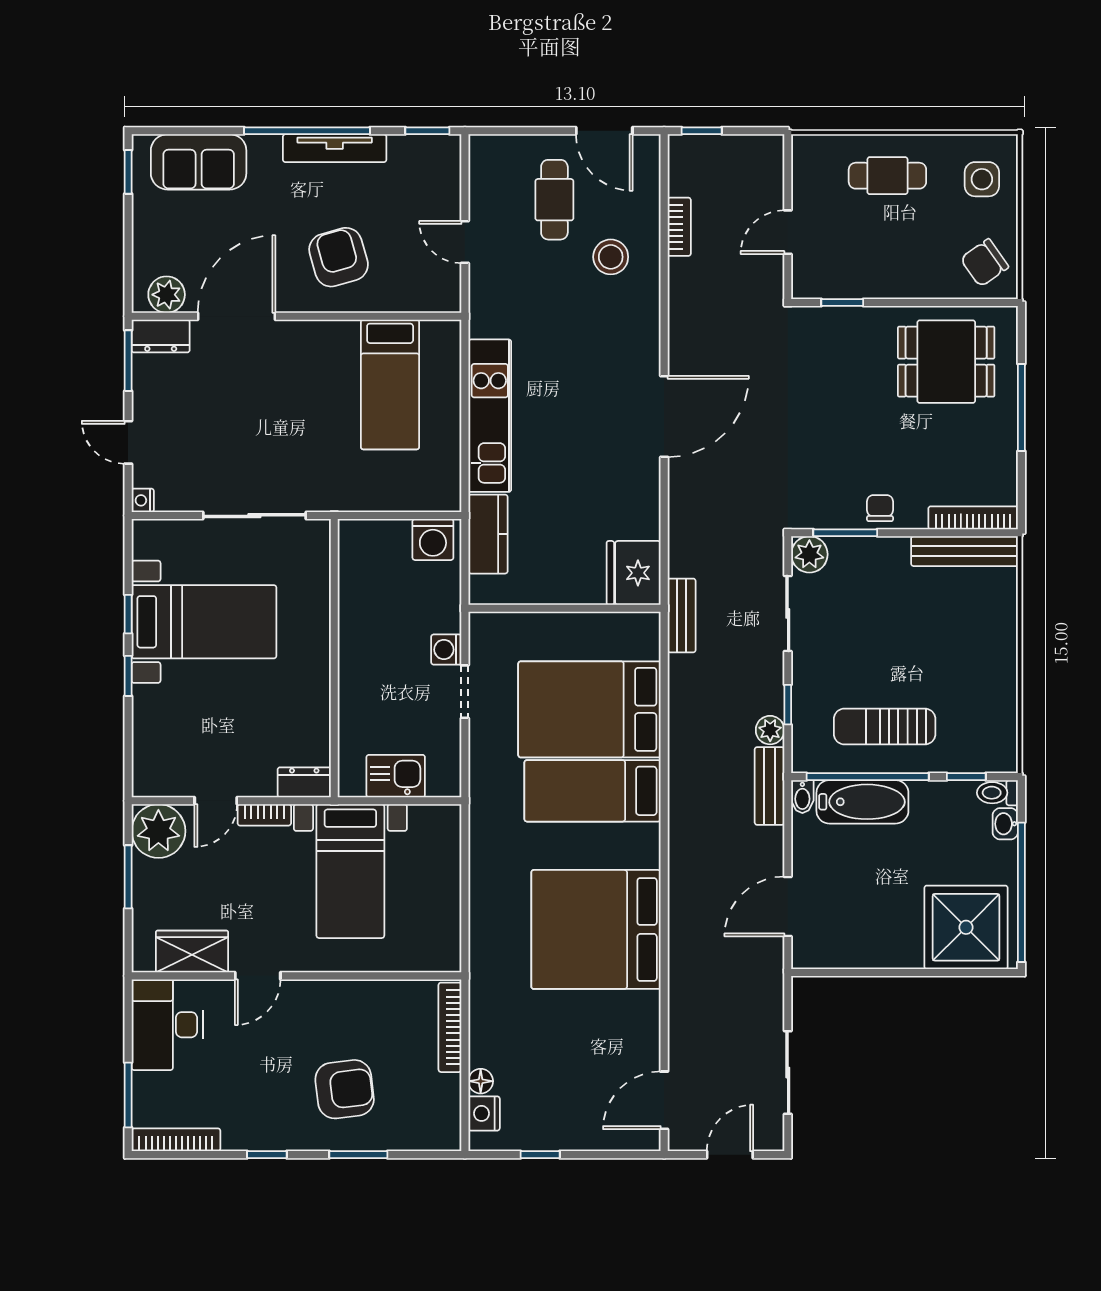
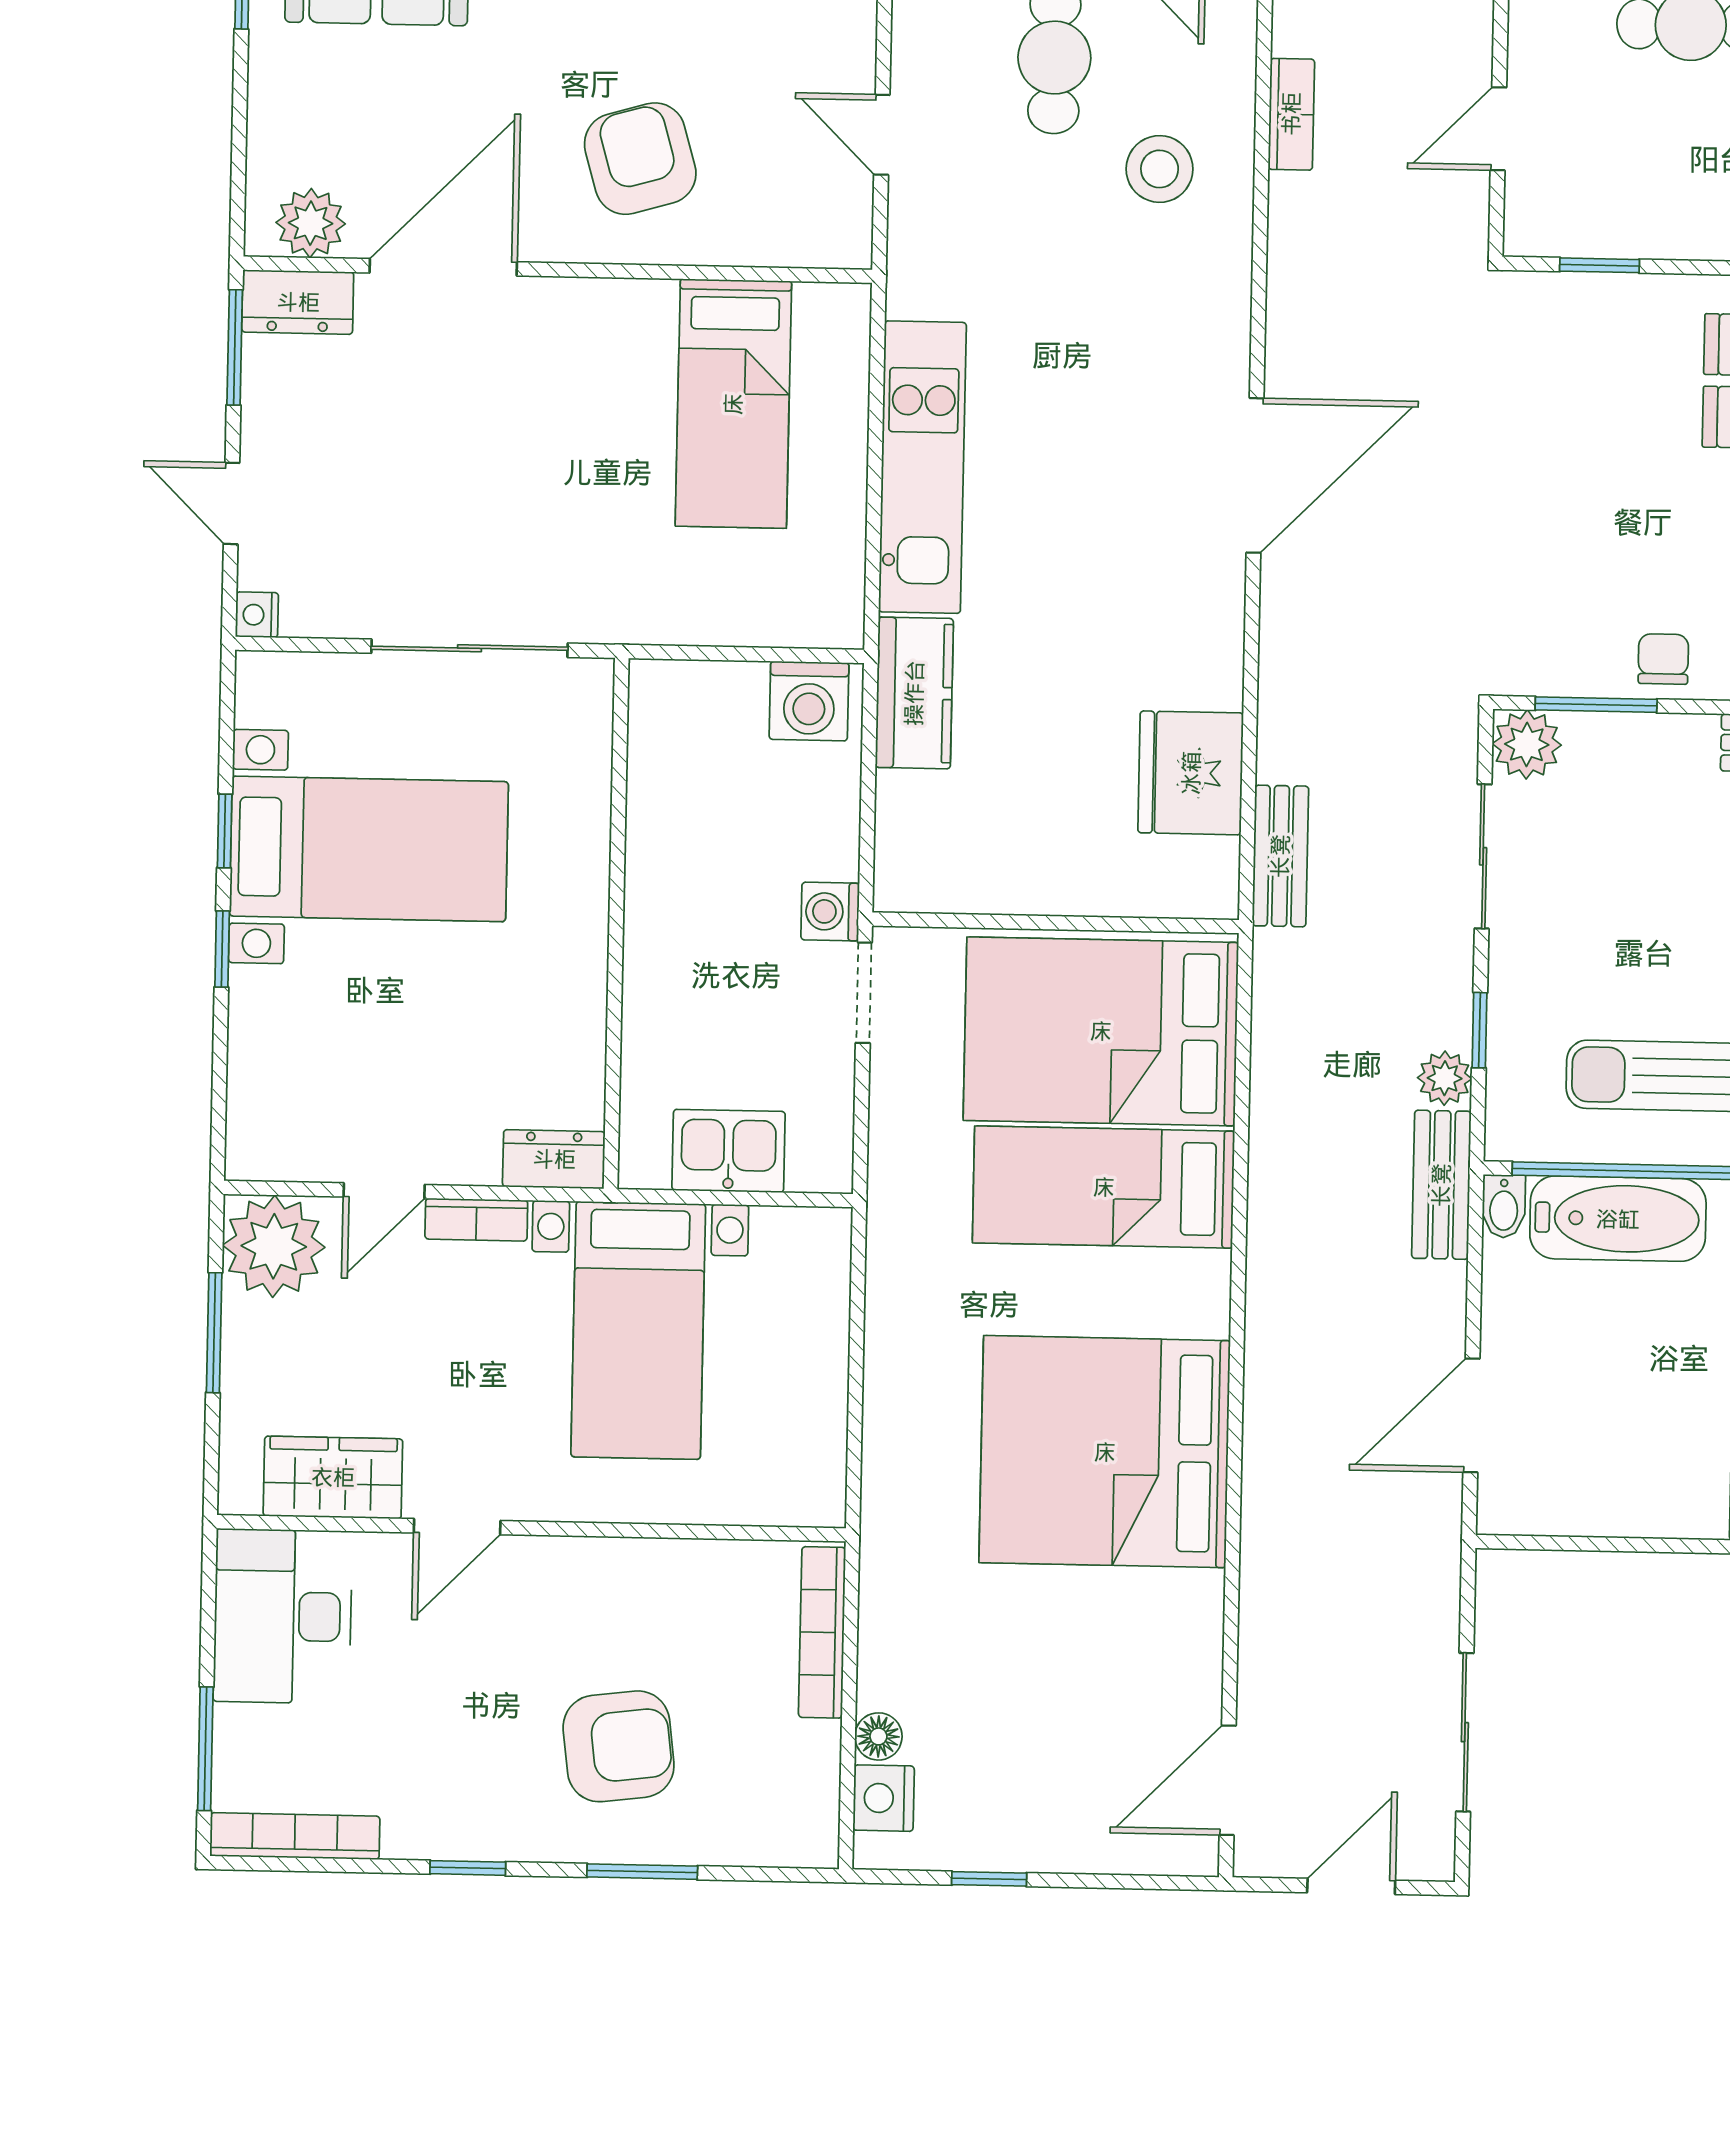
wall: (564, 608) -> (1055, 923), moved

